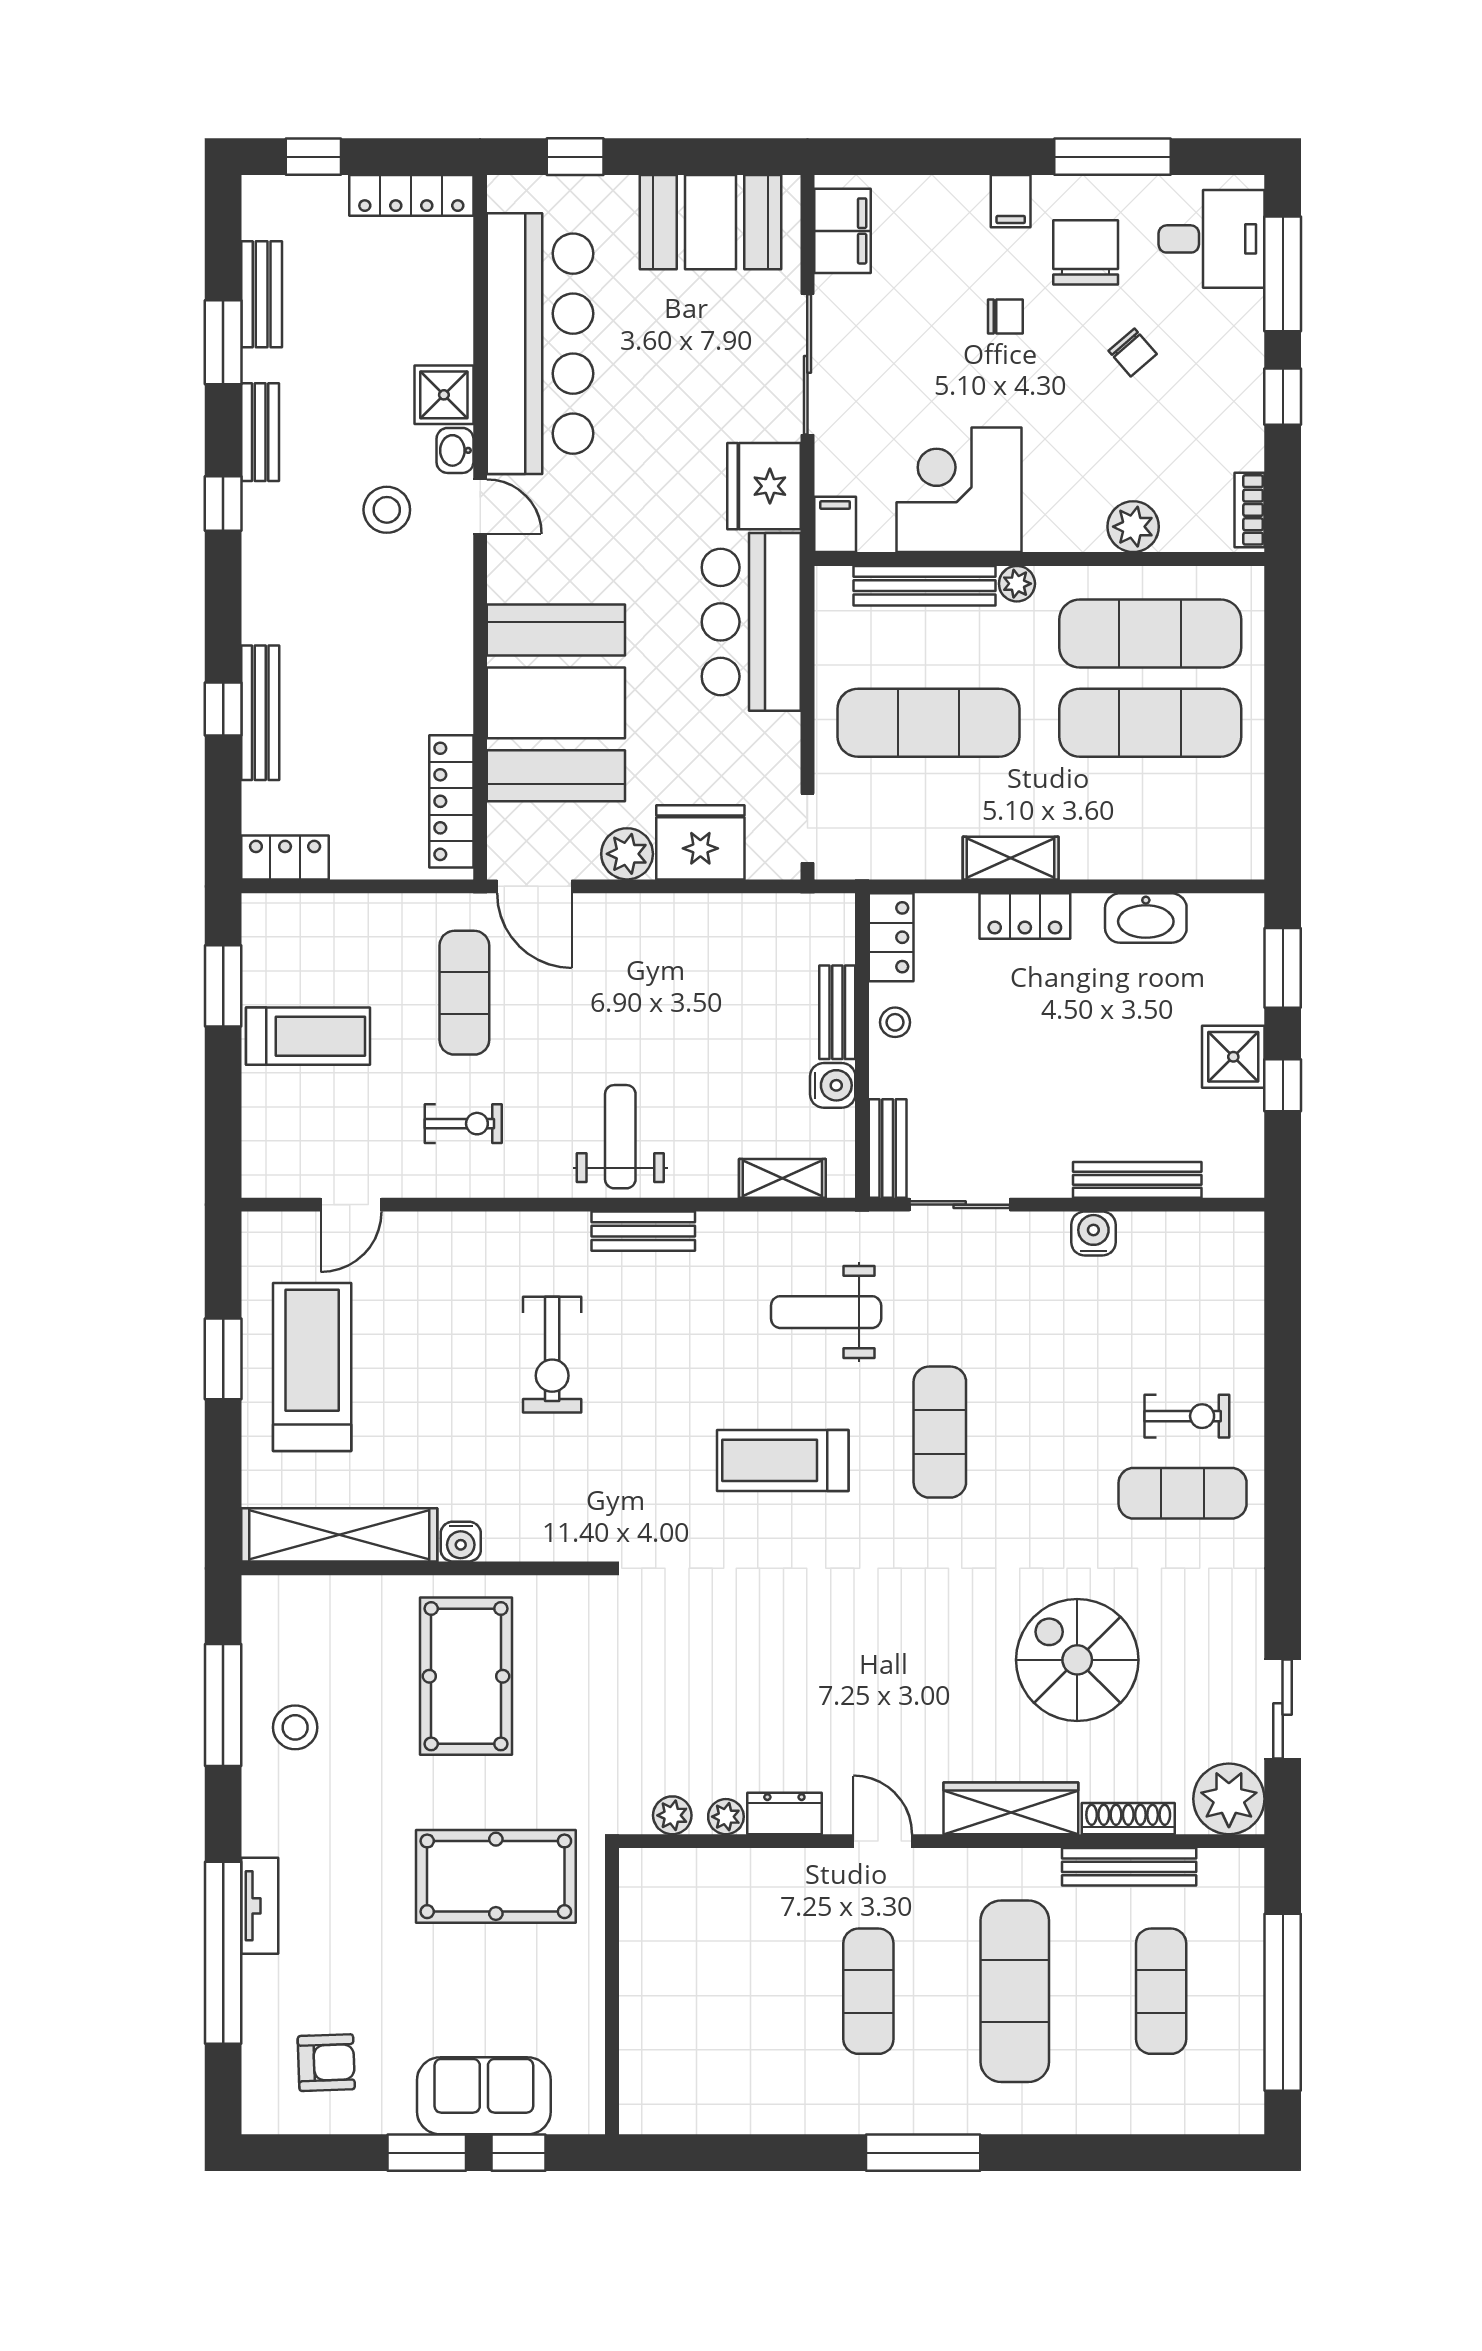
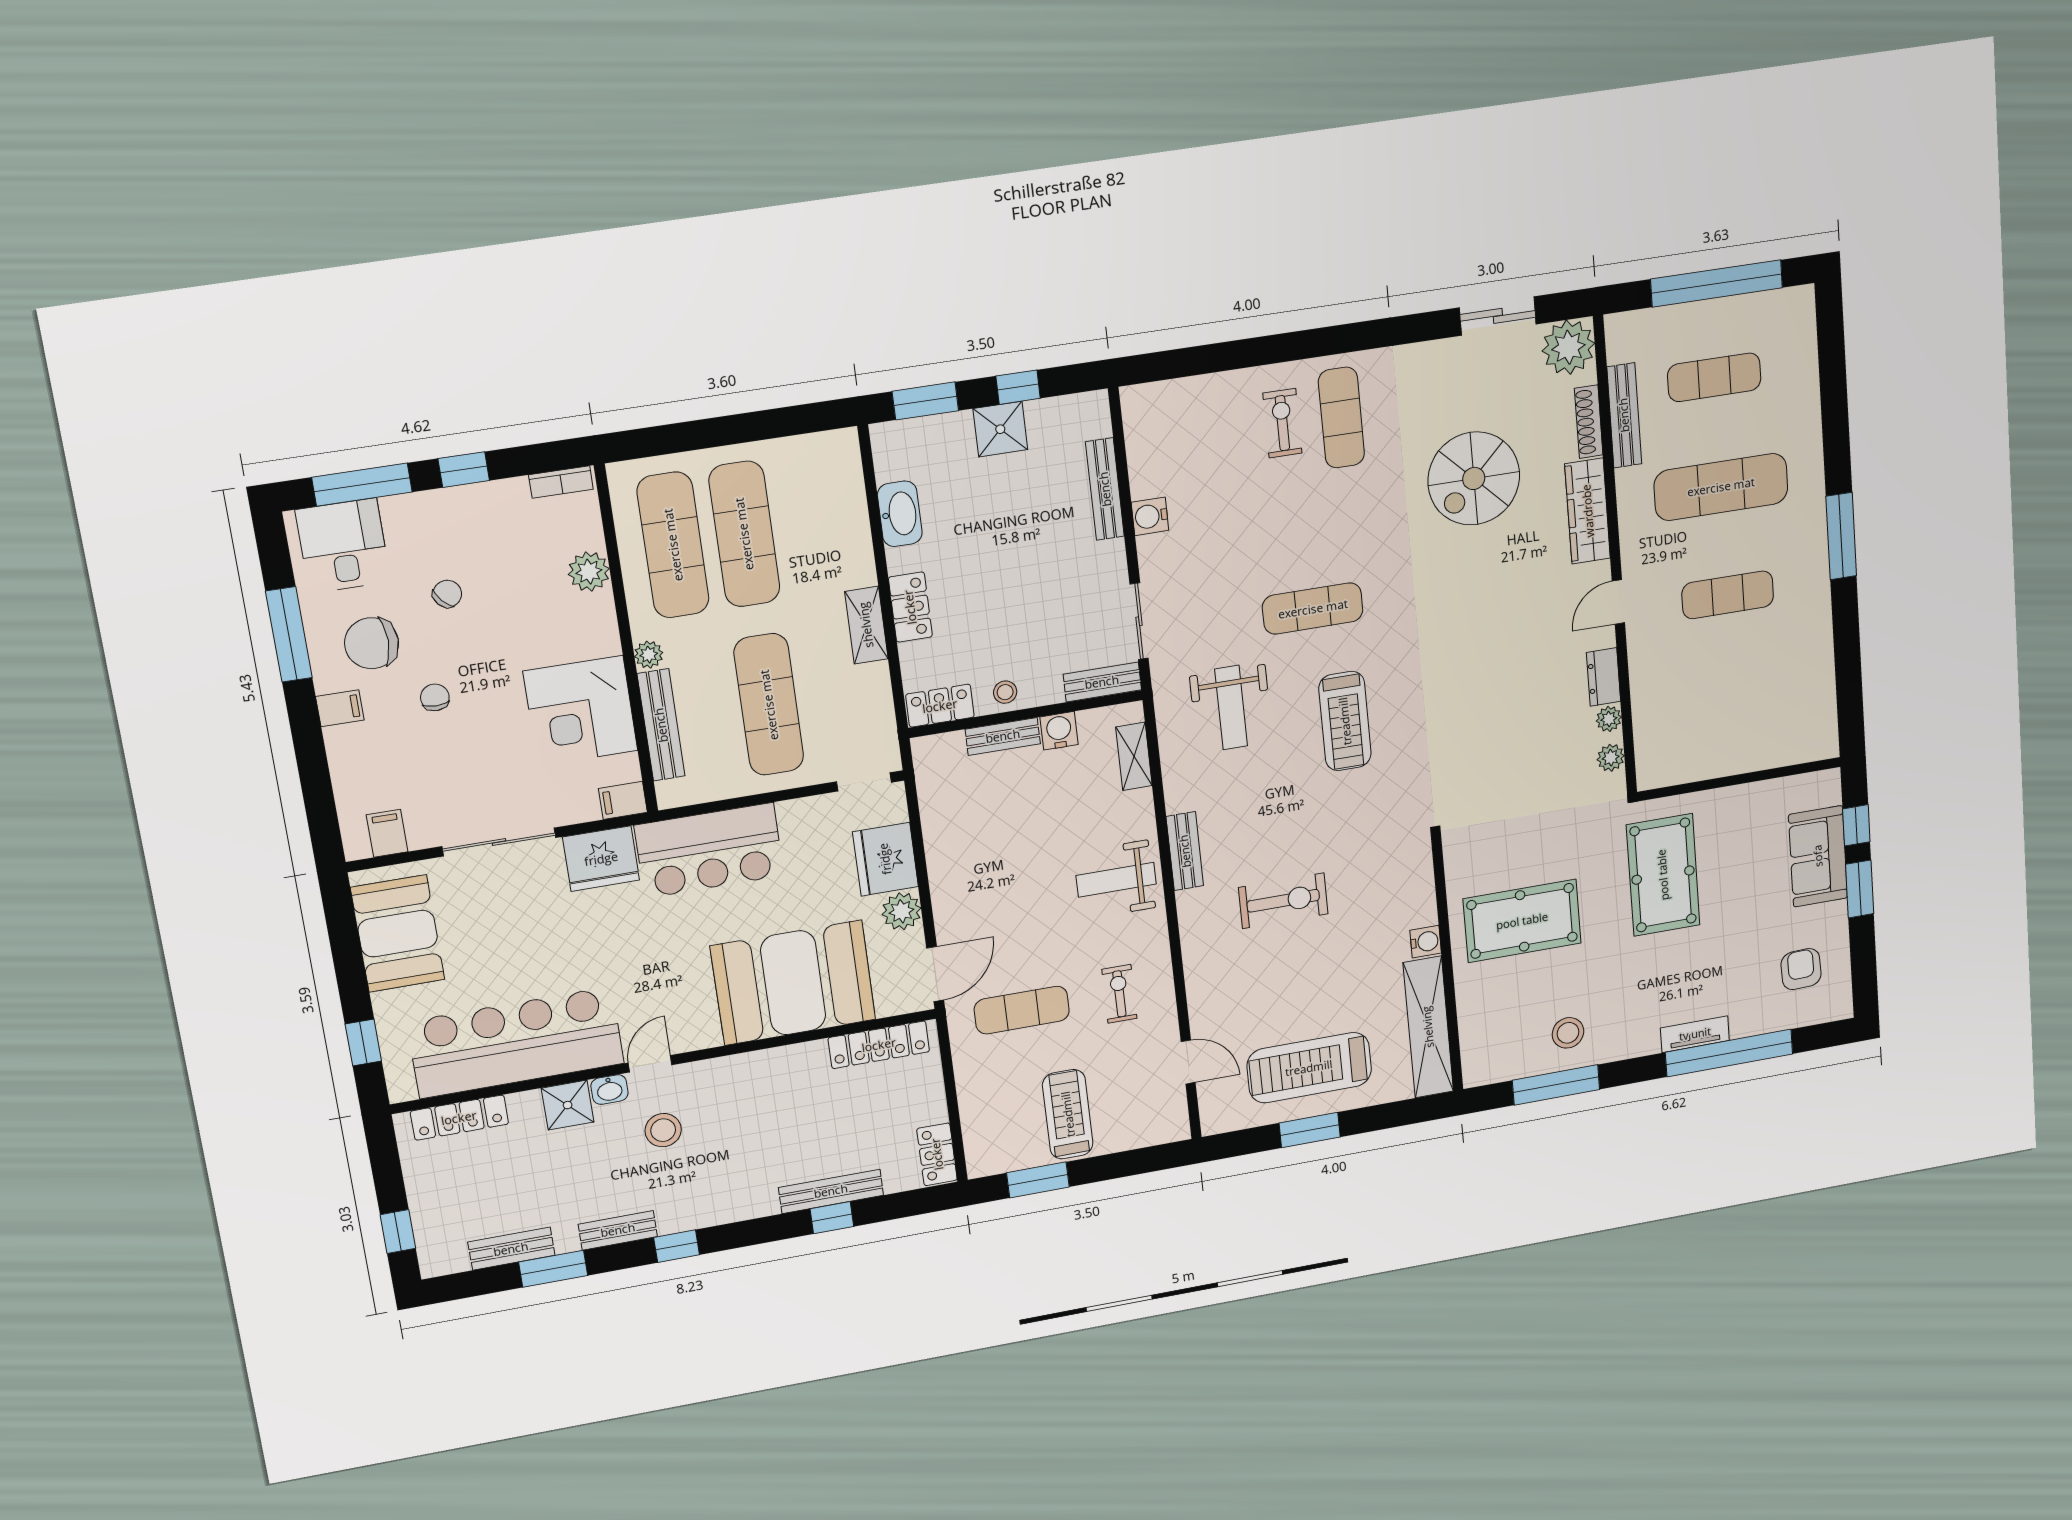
locker: (411, 195) -> (459, 1118), moved, turned 90
filing cabinet: (842, 231) -> (387, 833), width x0.50

